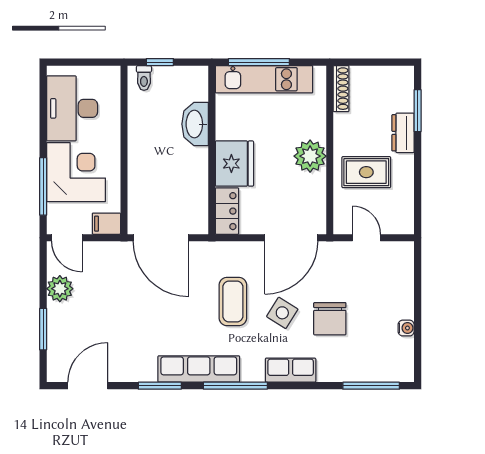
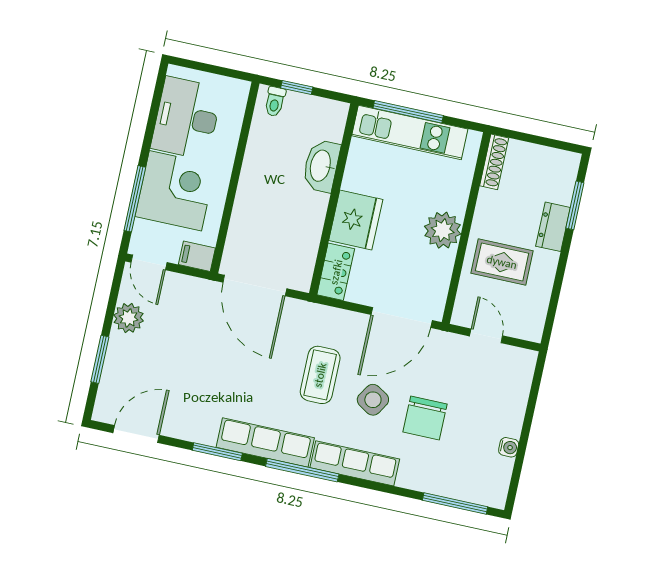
row of seats: (291, 370) -> (355, 463), width x1.48

